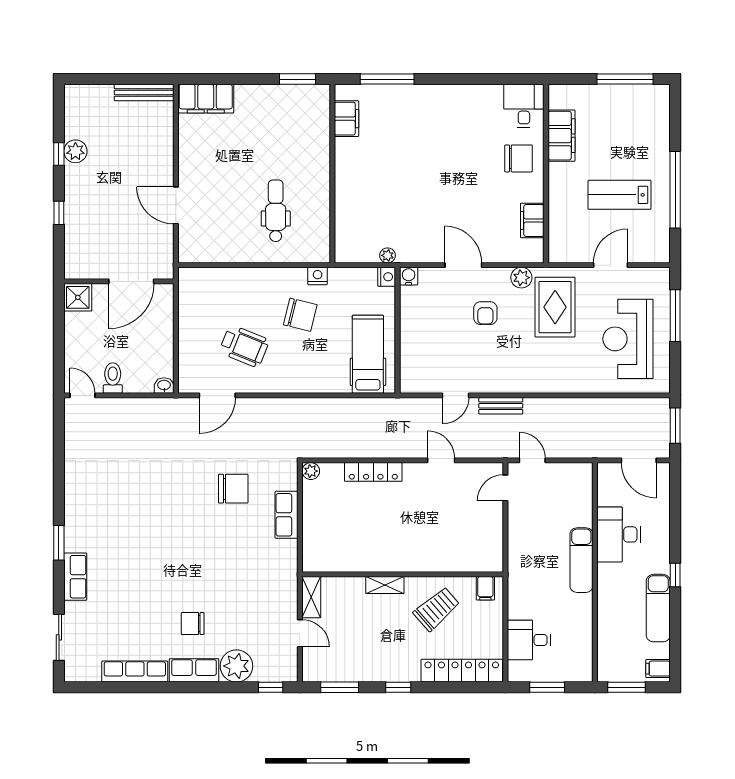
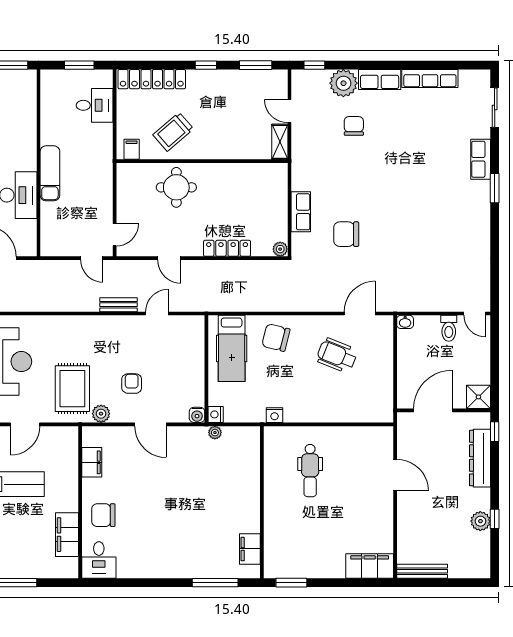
window: (59, 213) -> (495, 432), moved
dresser: (76, 225) -> (480, 458), added
chair: (300, 315) -> (276, 338), moved
round table: (433, 544) -> (176, 187), added
shelving: (385, 585) -> (217, 152), removed
chair: (193, 624) -> (354, 126), moved, turned -90

